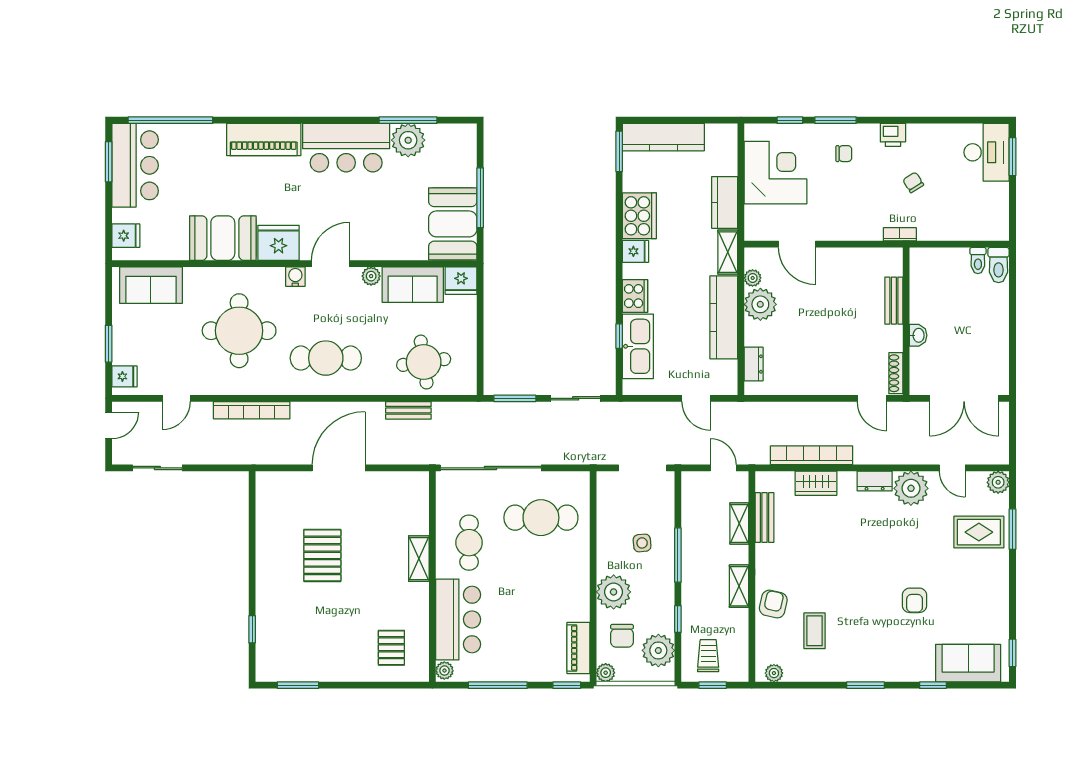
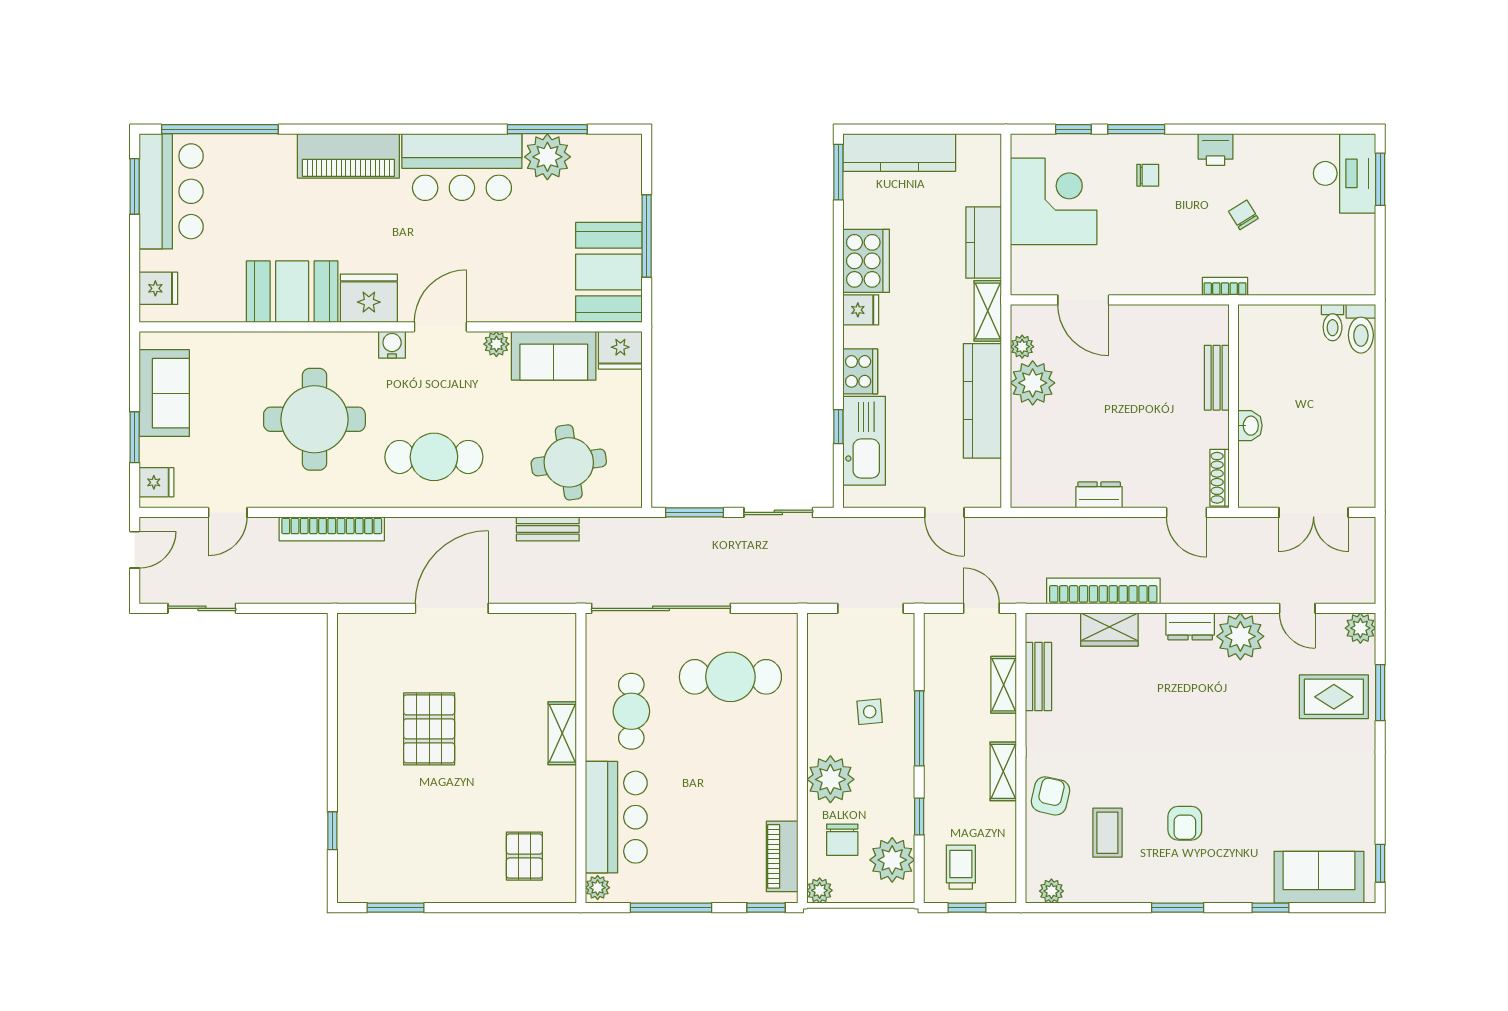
sofa: (151, 285) -> (164, 393), moved, turned -90
dresser: (754, 364) -> (1099, 495), moved, turned -90
double door: (964, 398) -> (1314, 512), width x0.73
armchair: (915, 600) -> (1185, 823), moved

